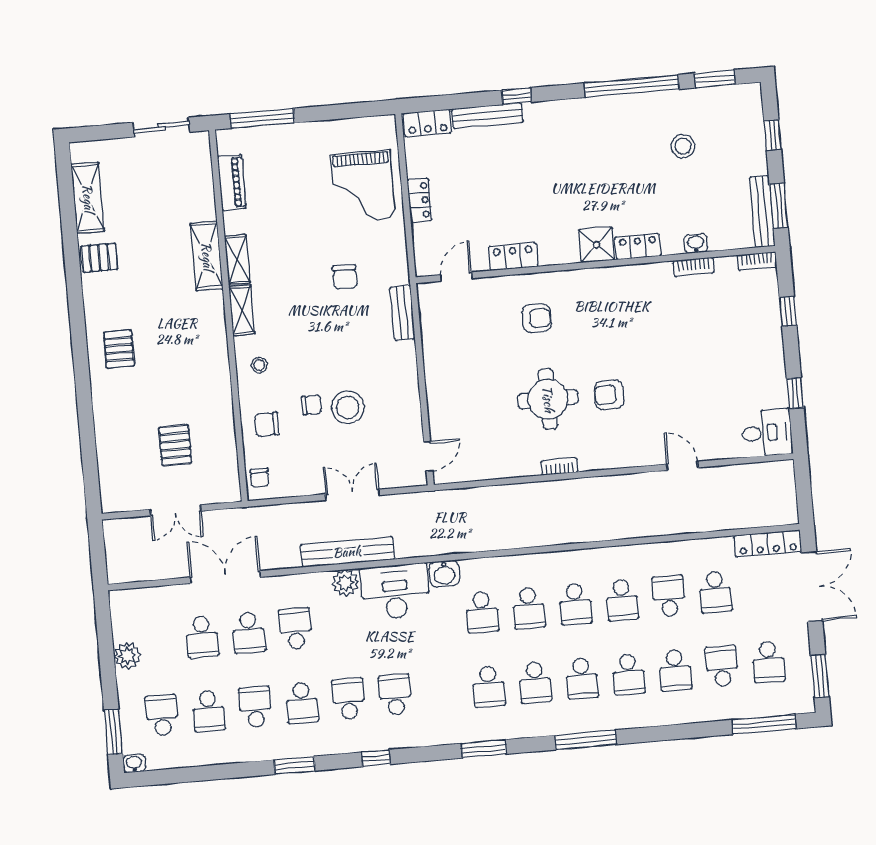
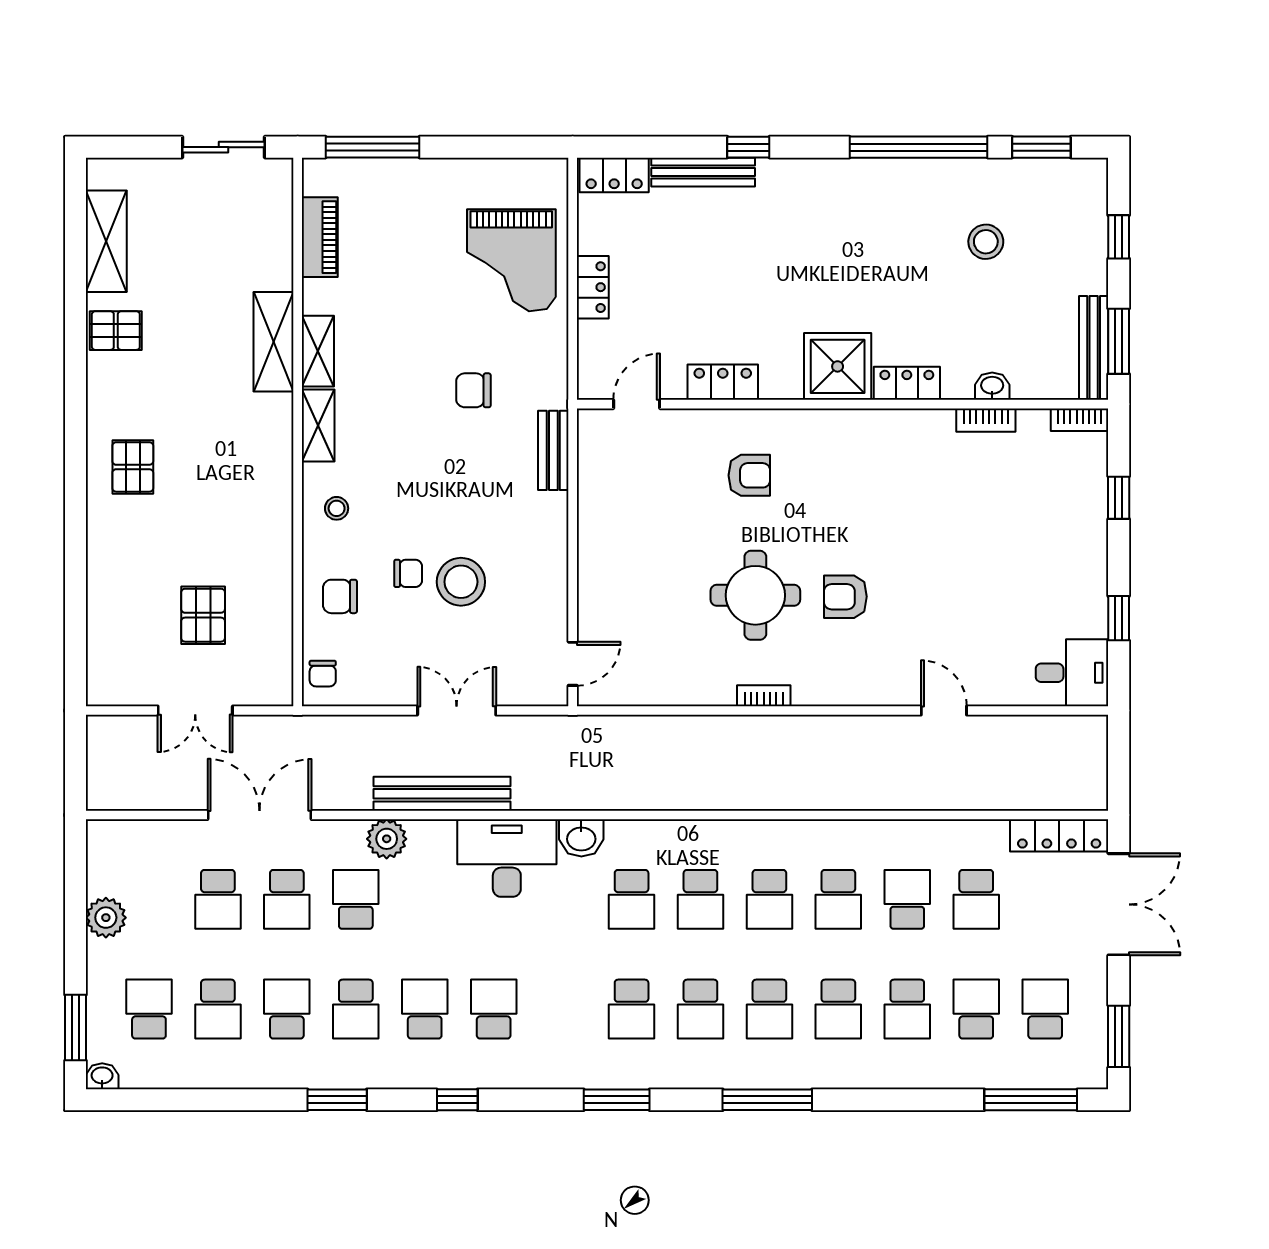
shower: (597, 245) -> (838, 366), width x1.36, depth x1.36
chair: (345, 277) -> (473, 390), turned 90
plant: (345, 583) -> (387, 839), moved
school desk: (769, 662) -> (1045, 1009), turned 180

